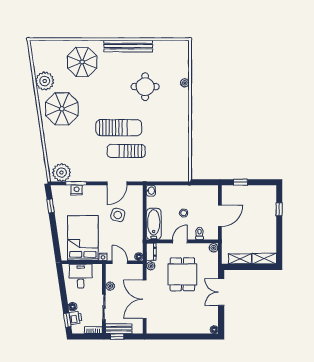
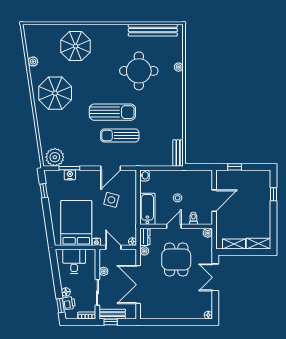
bench: (128, 46) -> (153, 30), moved
plant: (45, 81) -> (33, 62), width x0.53, depth x0.53
round table: (145, 87) -> (139, 71), width x1.36, depth x1.36
bench: (184, 168) -> (178, 153), added

